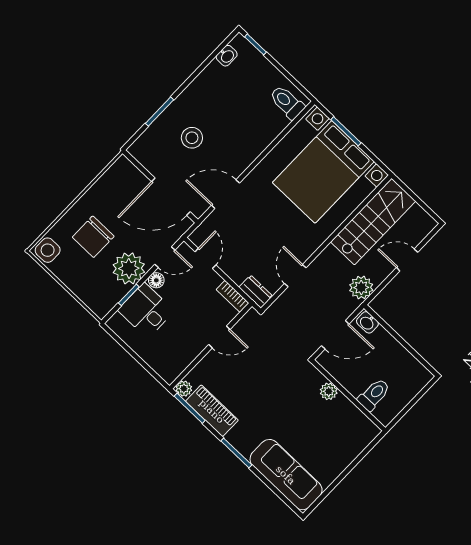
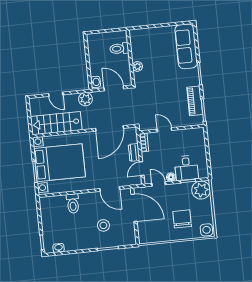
toilet: (287, 102) -> (73, 204), moved
chair: (93, 237) -> (182, 219), turned -90
plant: (129, 268) -> (201, 190), moved
door: (295, 276) -> (109, 128), width x1.88
dresser: (256, 292) -> (134, 153), moved
plant: (184, 389) -> (199, 121), removed

